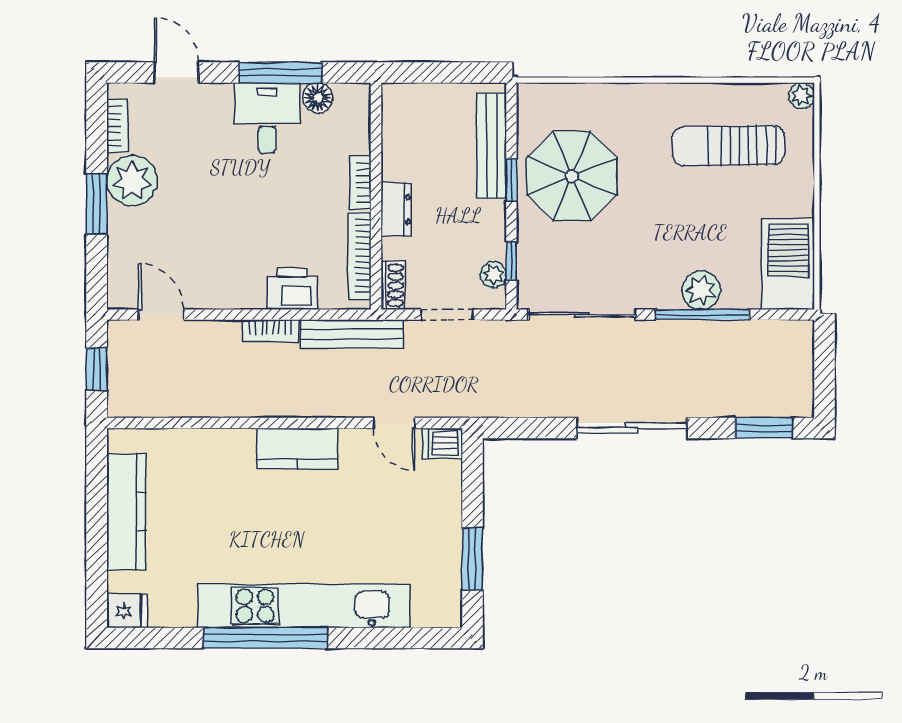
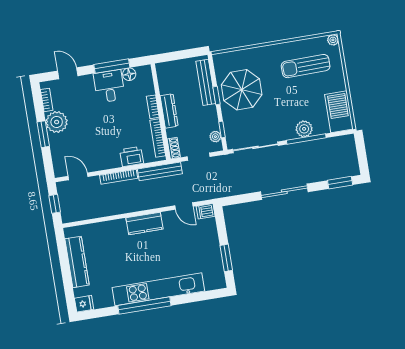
dresser: (396, 209) -> (169, 111), width x1.44
bookcase: (270, 331) -> (119, 177), width x1.56

